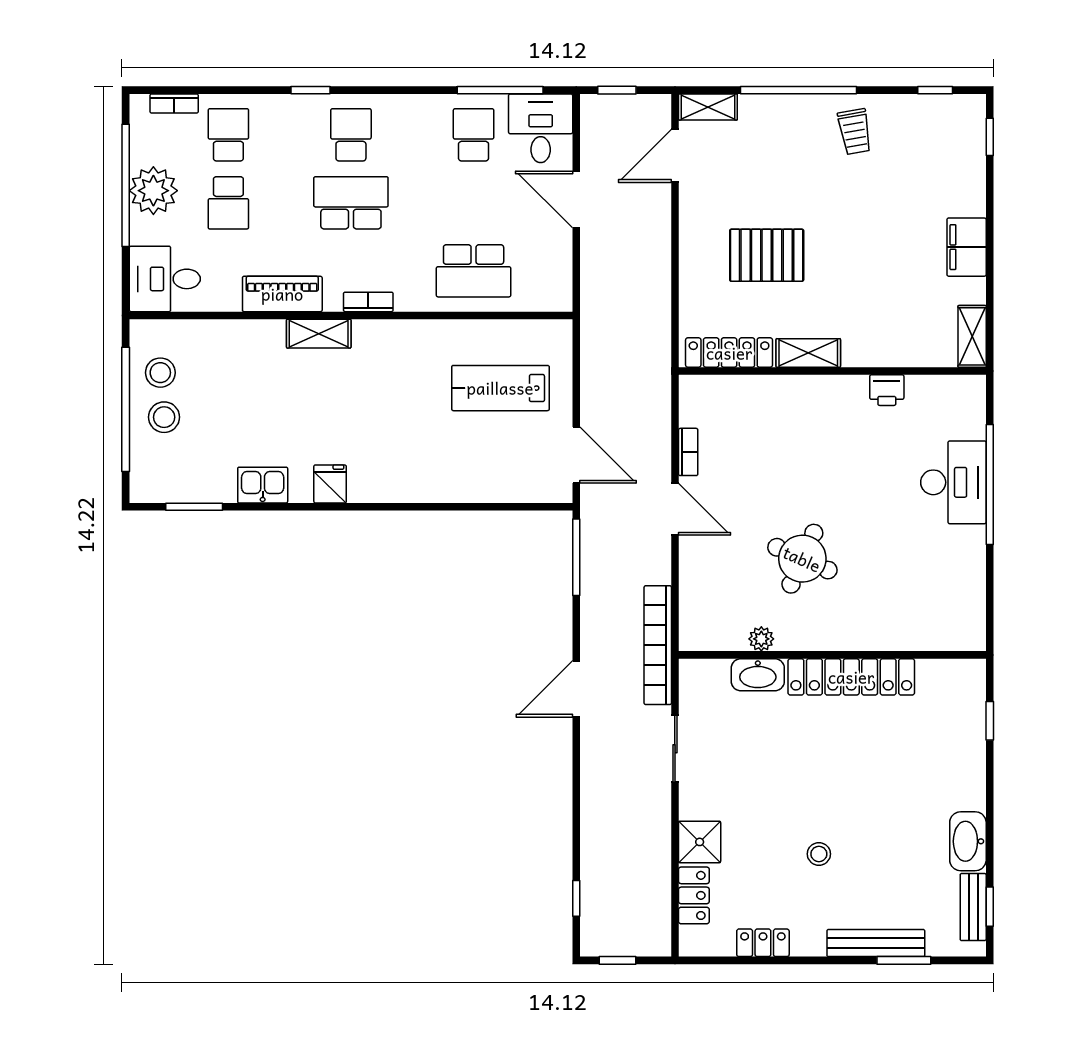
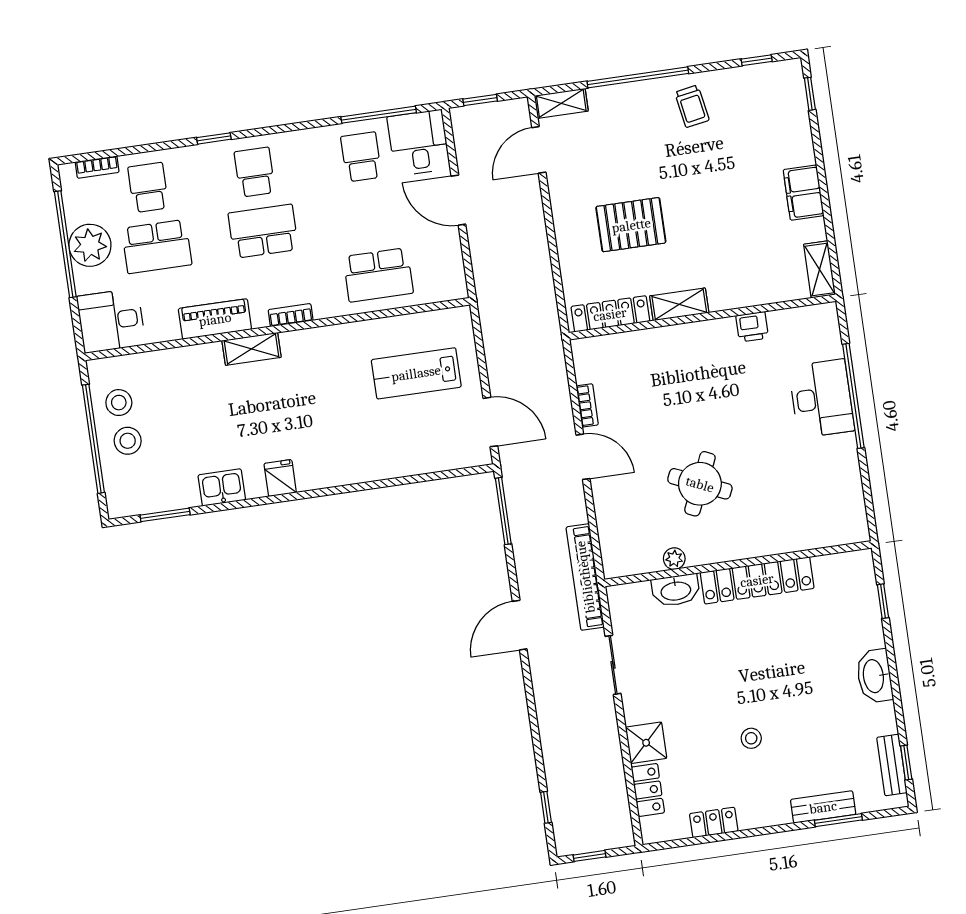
school desk: (228, 203) -> (157, 247), width x1.85
washbasin: (968, 841) -> (874, 676), moved
bench: (876, 943) -> (823, 807), width x0.73

